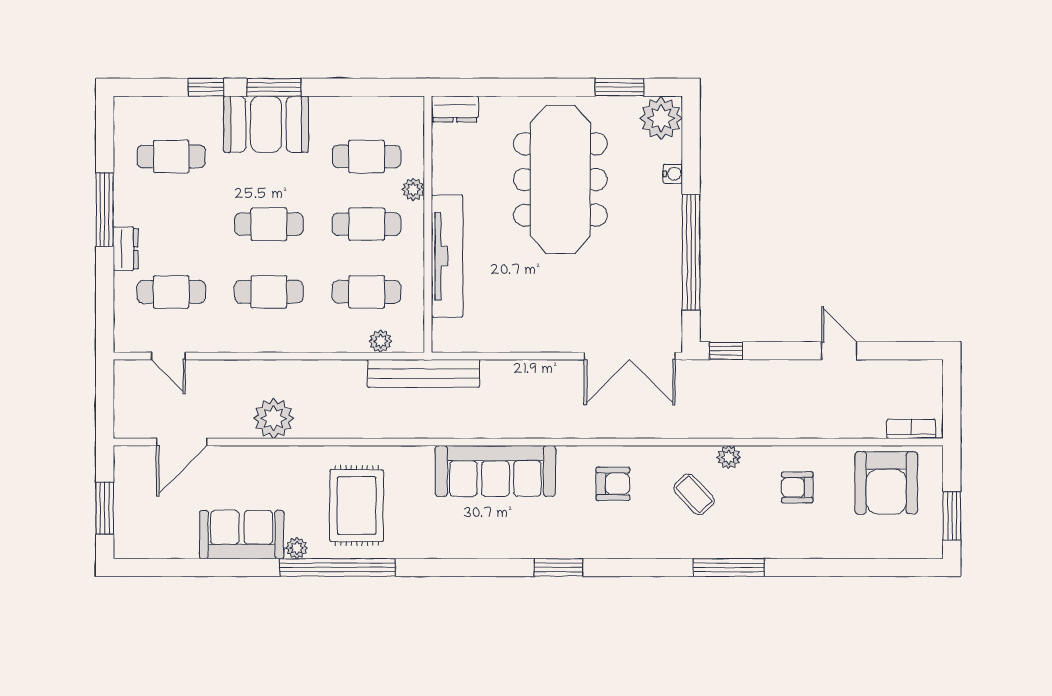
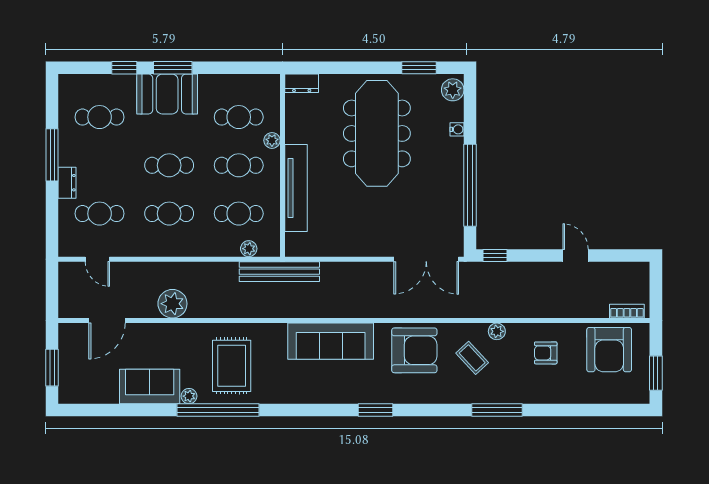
plant: (661, 118) -> (453, 90), width x0.73, depth x0.73
armchair: (613, 484) -> (414, 350), width x1.88, depth x1.88

